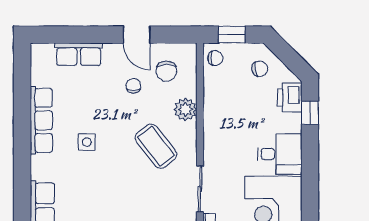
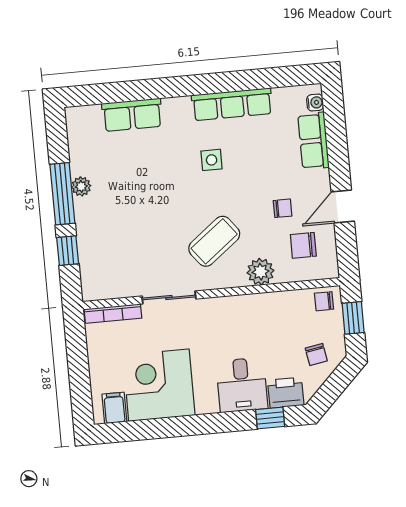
water cooler: (46, 50) -> (315, 103), added
chair: (215, 58) -> (324, 301), turned 90
desk: (280, 154) -> (242, 385), moved

